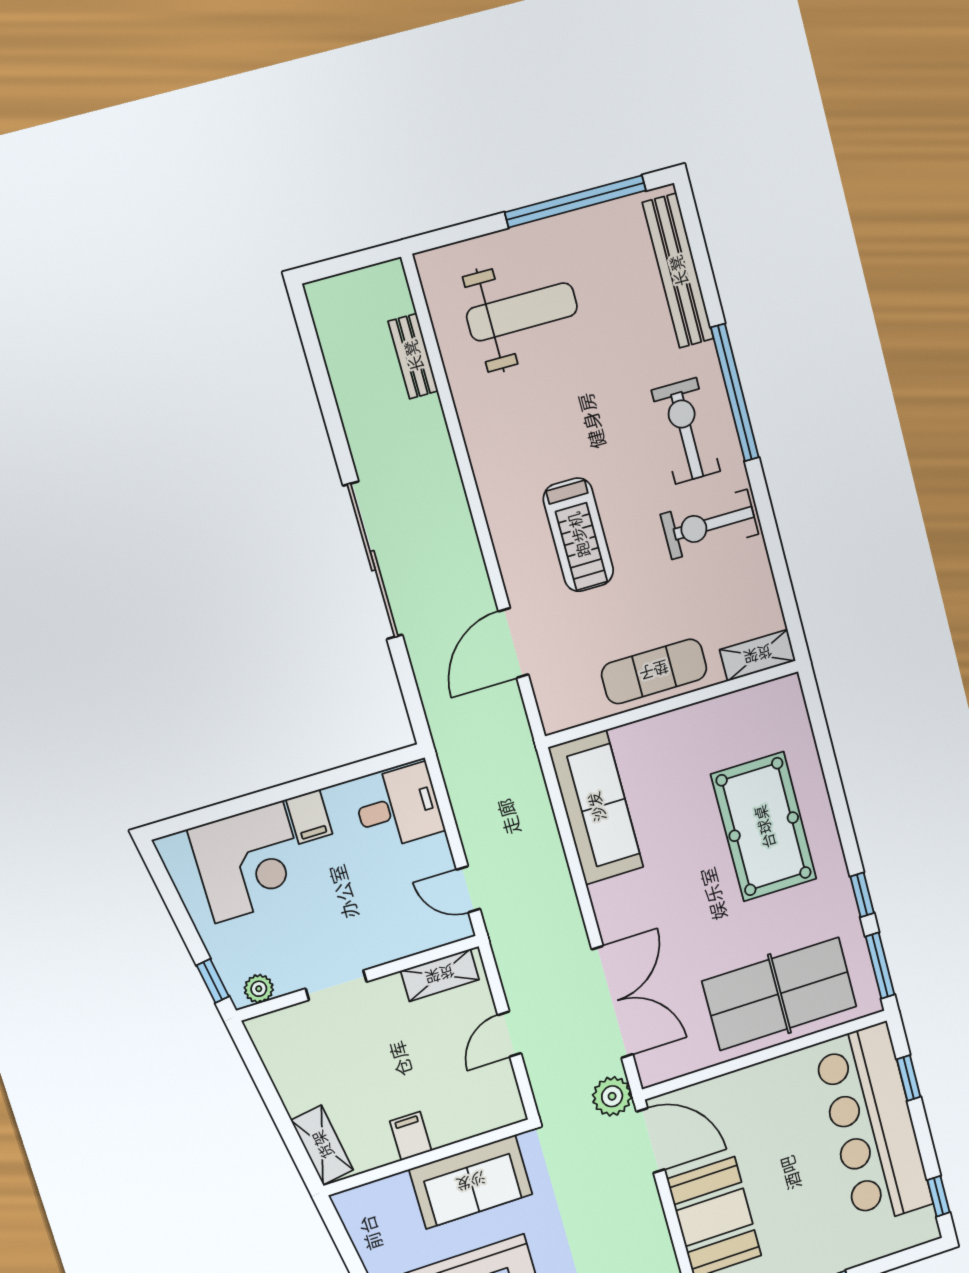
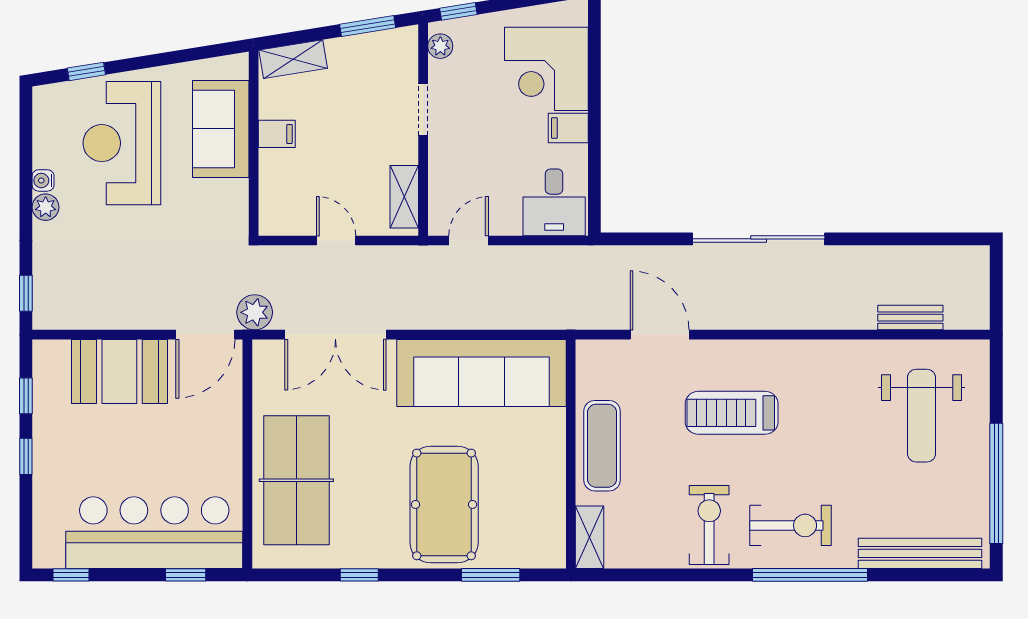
sofa: (596, 807) -> (482, 373), width x1.36, depth x1.27
pool table: (764, 827) -> (444, 504), turned 90
window: (880, 966) -> (491, 575), moved
window: (260, 1076) -> (368, 26), added
sofa: (471, 1182) -> (221, 129), moved

